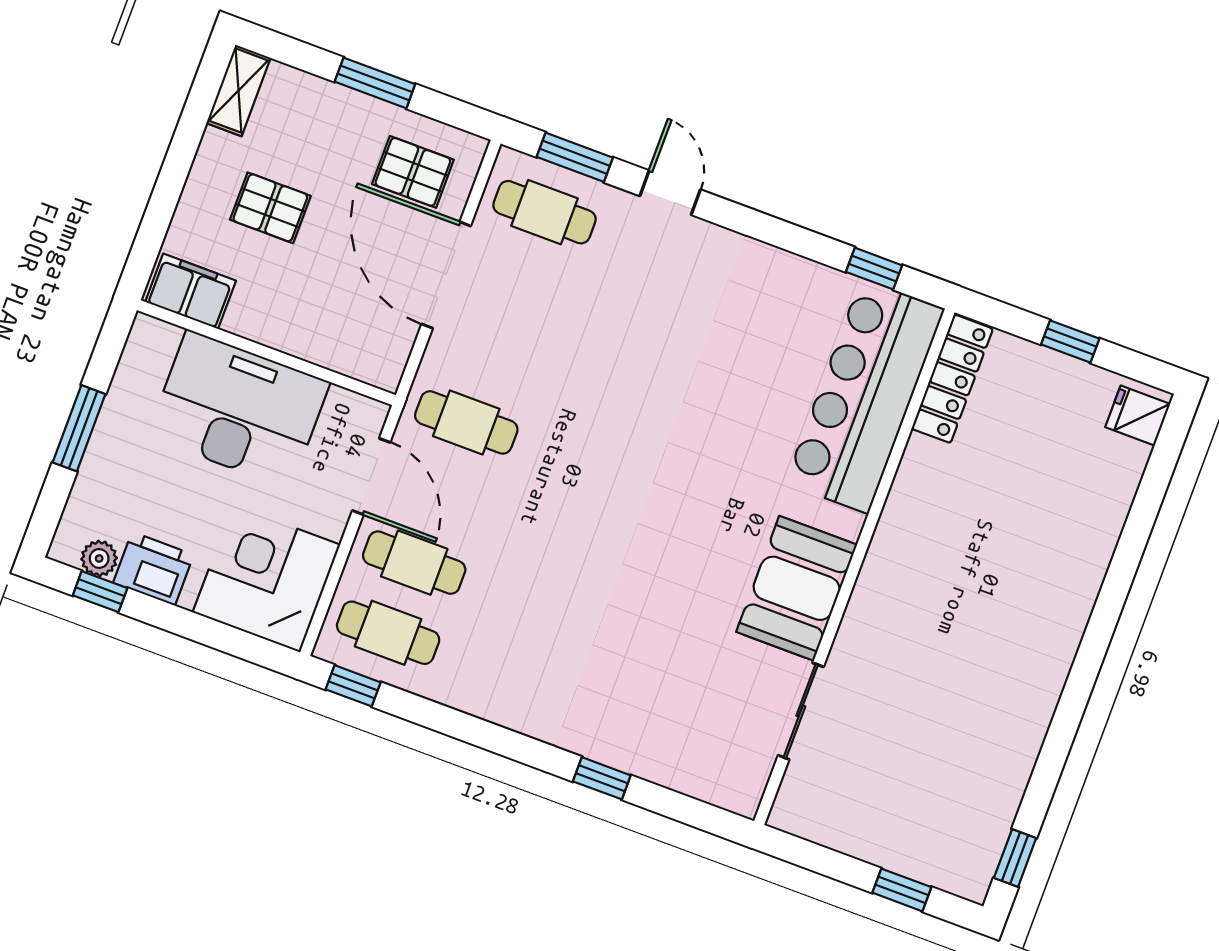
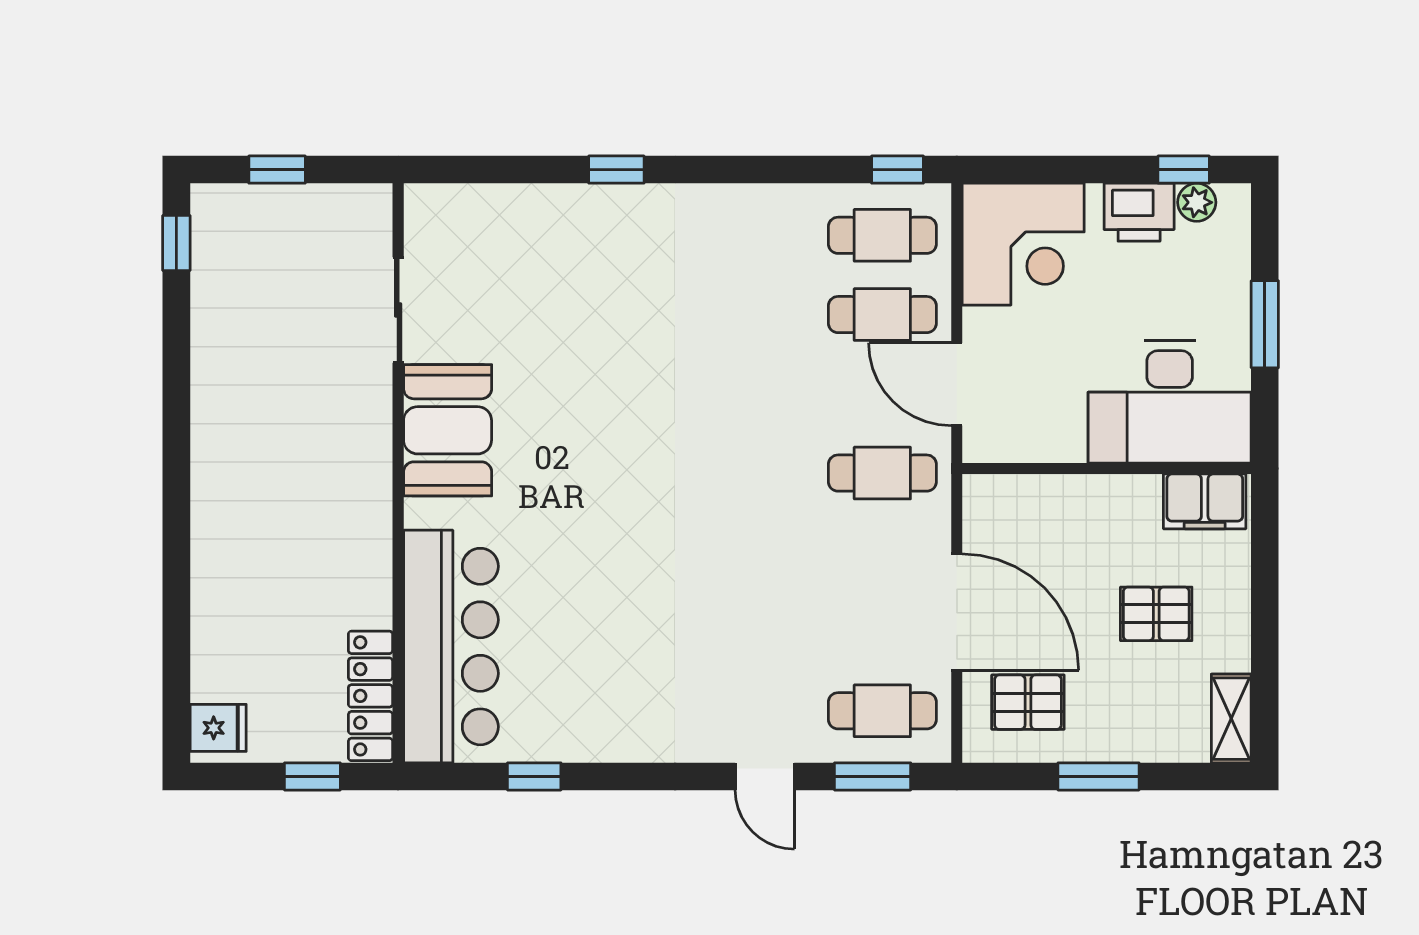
locker: (952, 379) -> (370, 696), moved
bar counter: (865, 396) -> (451, 647), moved
desk: (239, 409) -> (1170, 402), moved
wall: (854, 567) -> (398, 473), moved
booth: (797, 588) -> (448, 430), moved
sliding door: (801, 711) -> (398, 310), moved

